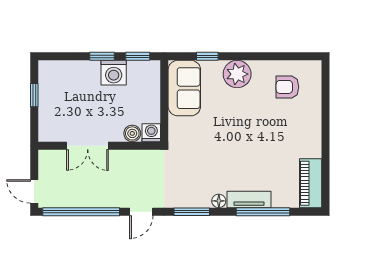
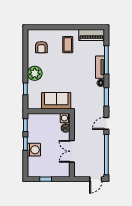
washing machine: (114, 73) -> (34, 150), moved
sofa: (184, 88) -> (56, 101), moved
coffee table: (292, 138) -> (68, 45), added
double door: (88, 146) -> (72, 151), swing flipped
door: (141, 212) -> (106, 123), swing flipped

